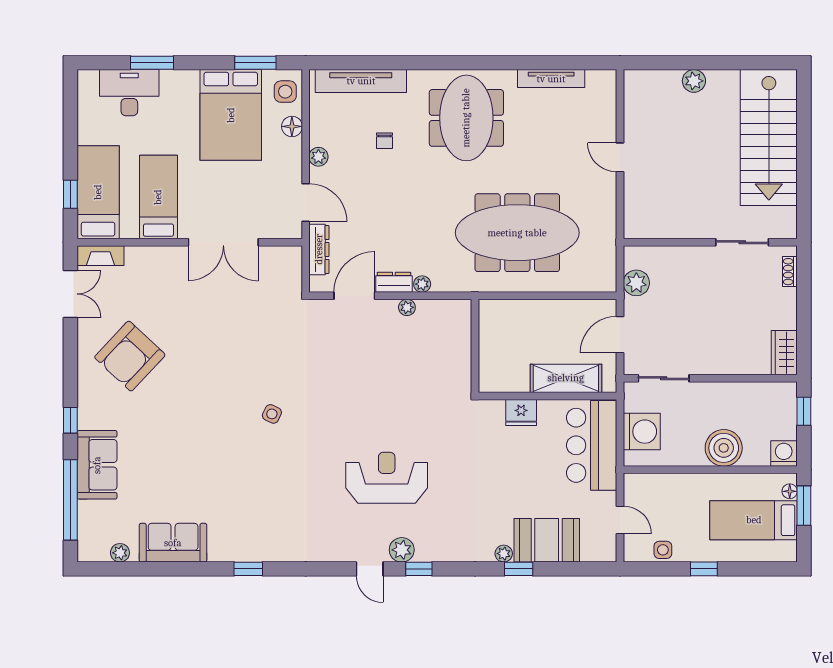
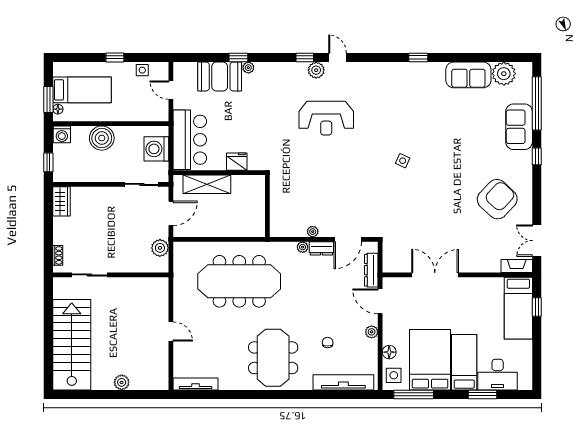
window: (255, 63) -> (414, 394), width x1.44
tv unit: (551, 79) -> (195, 384), moved
bed: (158, 197) -> (464, 362), moved, turned 180
plant: (120, 553) -> (504, 74), width x1.88, depth x1.88

